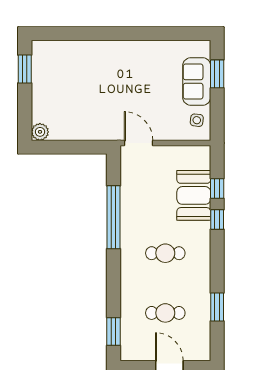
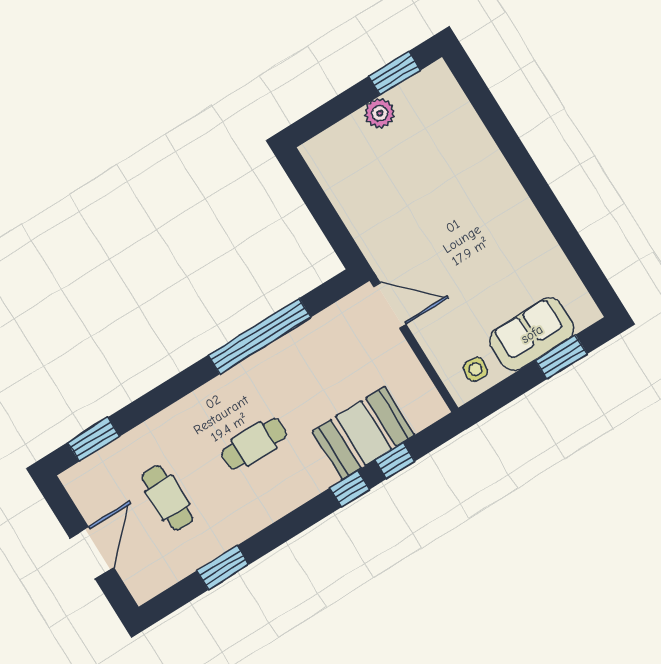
plant: (40, 132) -> (380, 113), moved
door: (138, 143) -> (390, 305), hinge flipped
cafe table: (165, 253) -> (254, 444), turned 90

